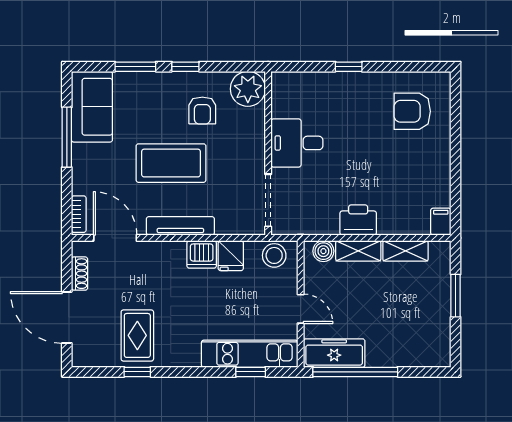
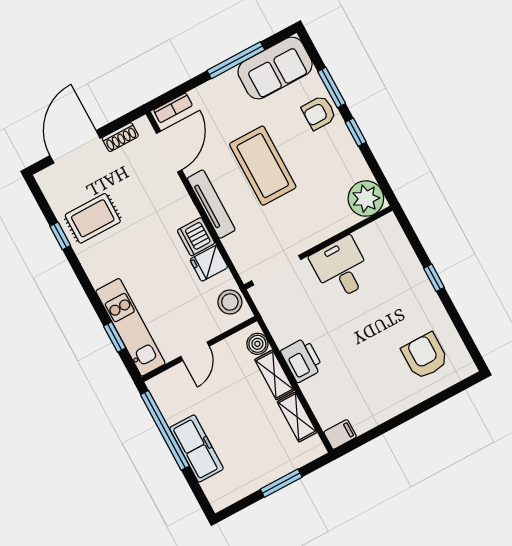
armchair: (202, 110) -> (319, 113), moved
freezer: (334, 353) -> (196, 448), moved

